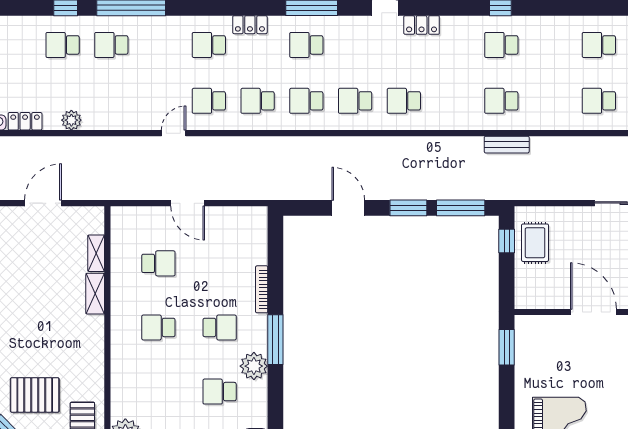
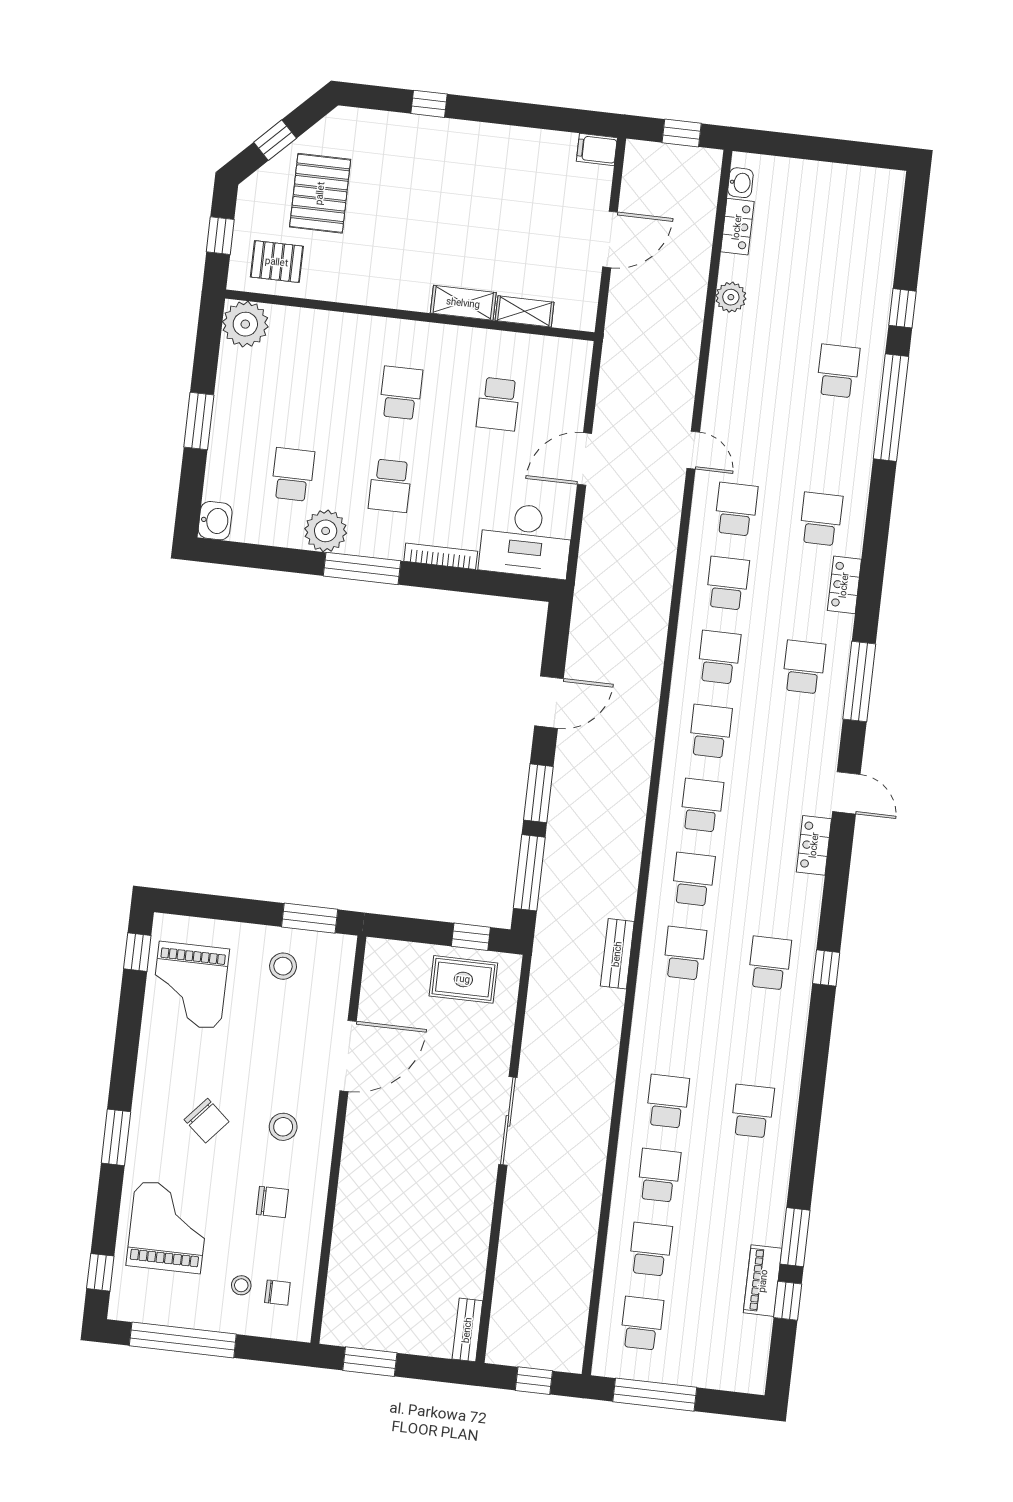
school desk: (63, 45) -> (693, 879), moved
door: (43, 203) -> (610, 239), hinge flipped
desk: (245, 235) -> (526, 540), added
stool: (540, 361) -> (283, 966), added

